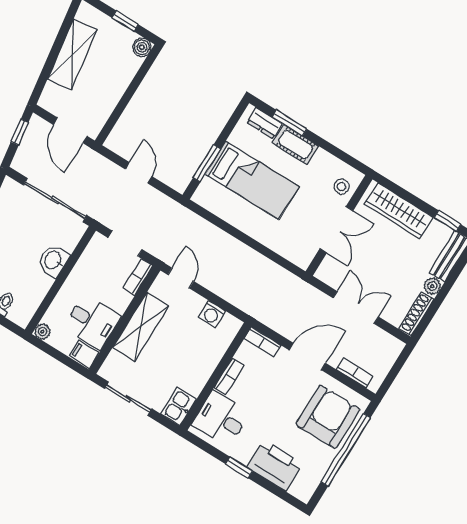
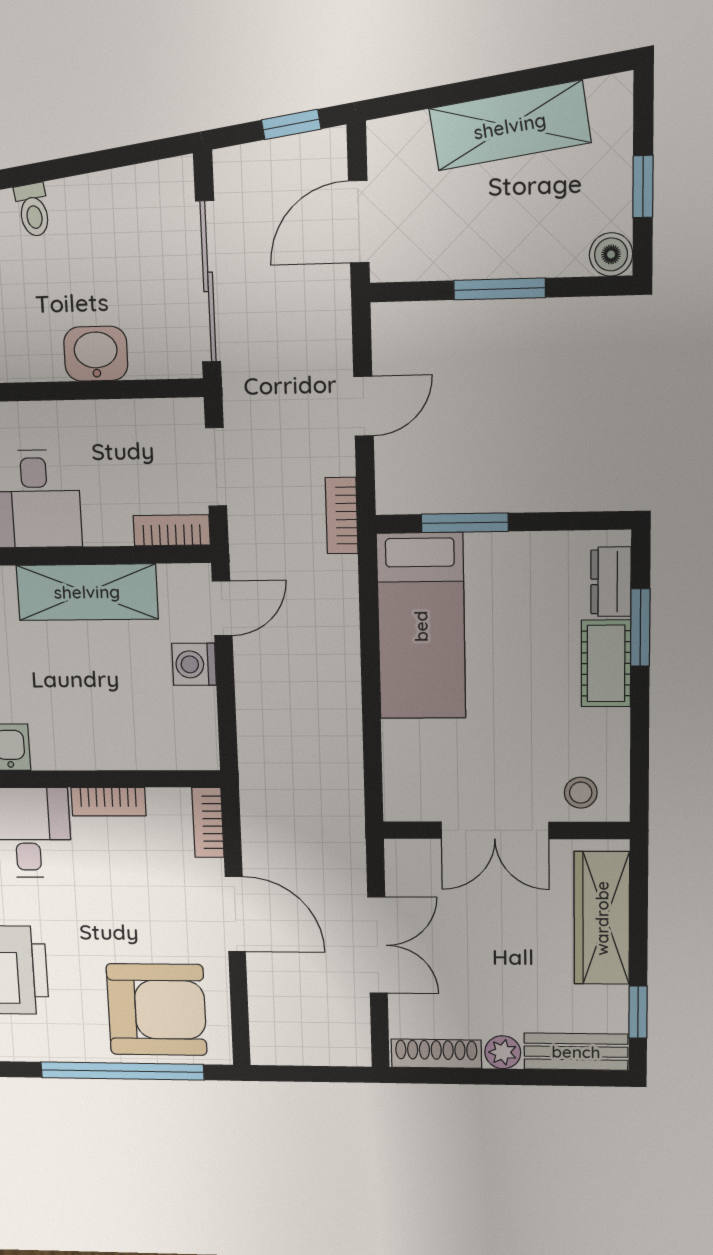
window: (128, 95) -> (500, 289), added
bed: (252, 180) -> (421, 626), moved
washing machine: (212, 314) -> (194, 664), moved
bookcase: (355, 373) -> (342, 516), moved, turned 180

